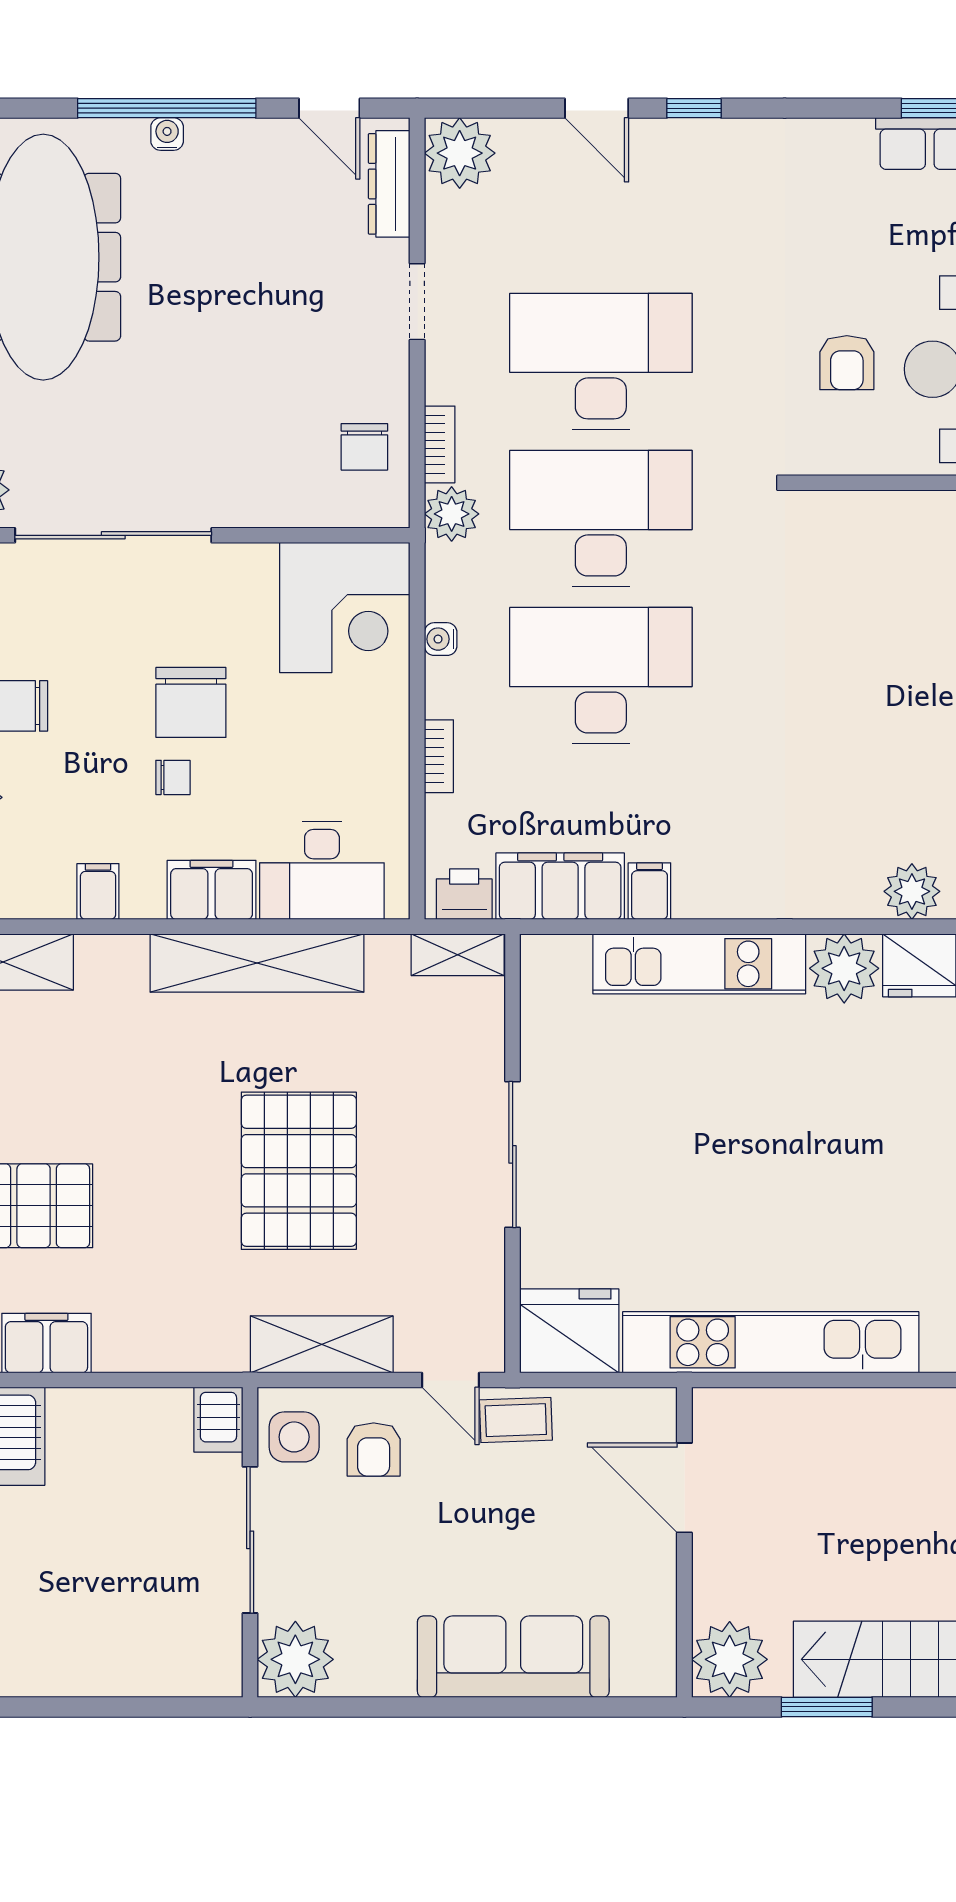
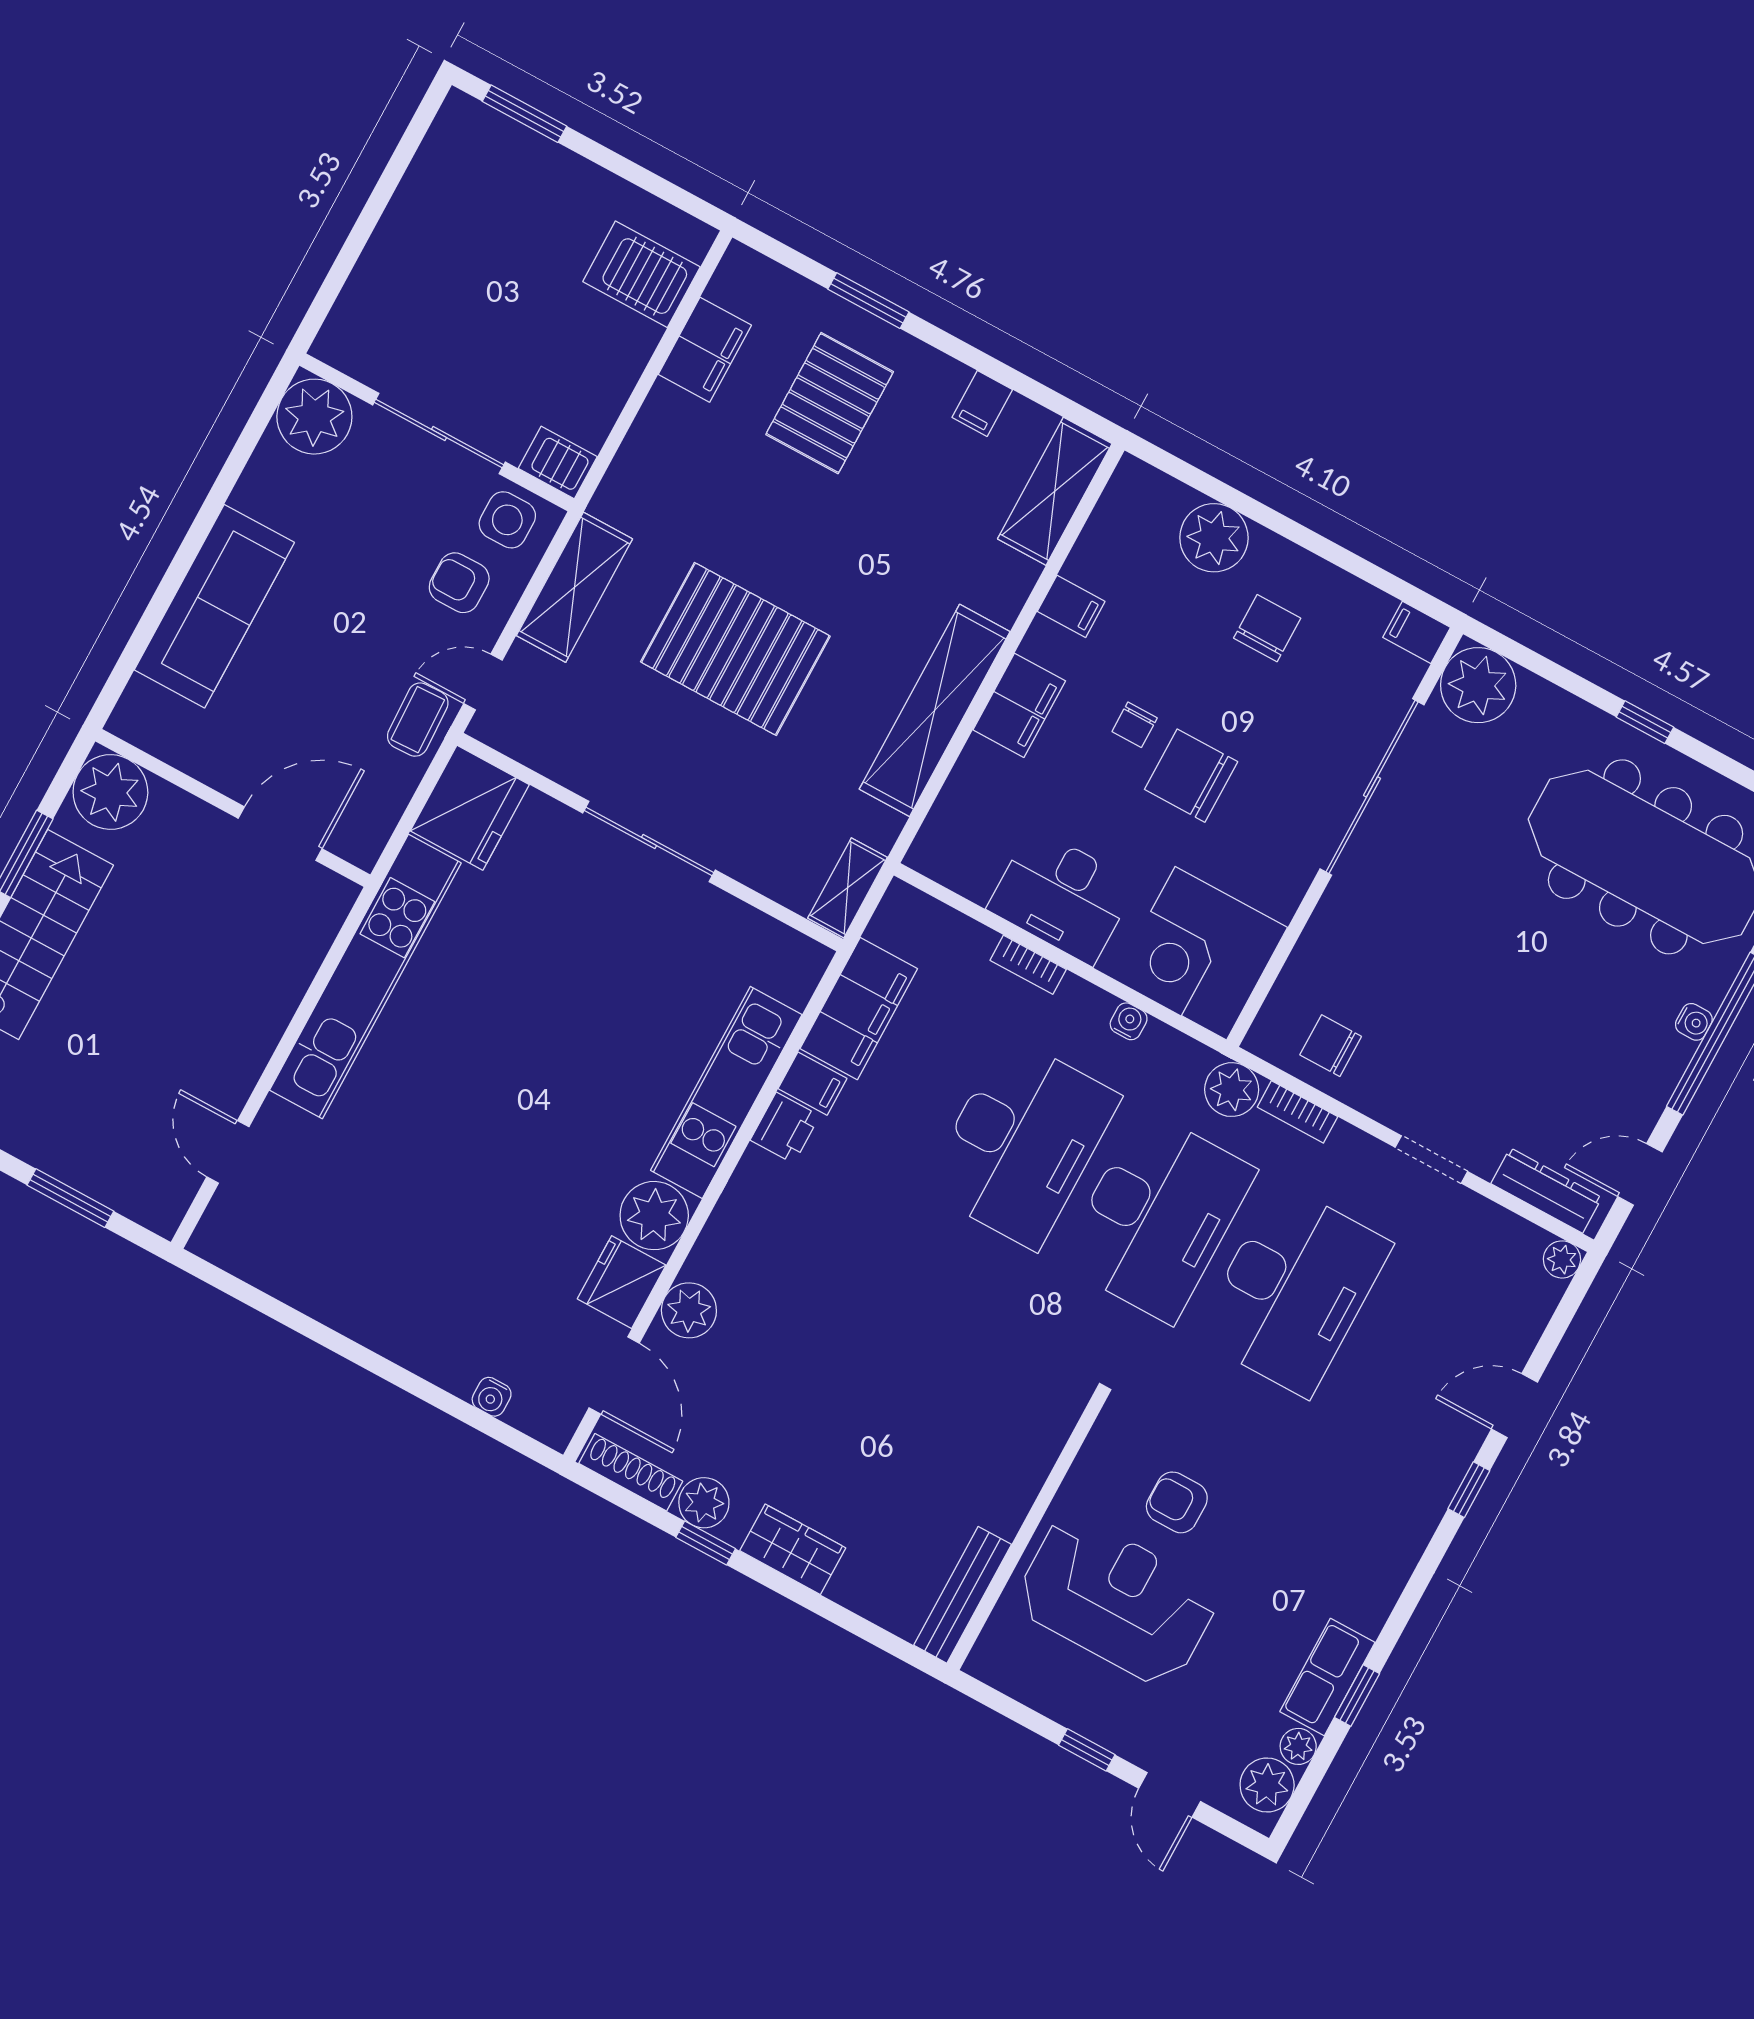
plant: (460, 153) -> (1562, 1259), width x0.53, depth x0.53
desk: (322, 871) -> (1062, 896), moved, turned -90
printer: (464, 894) -> (785, 1128), moved

